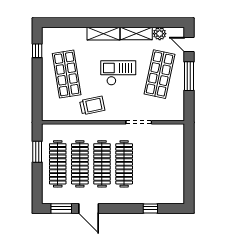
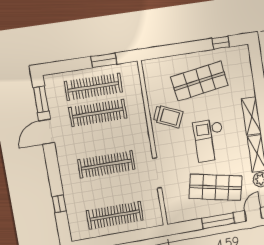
checkout: (118, 73) -> (210, 140), turned 180
trolley: (92, 105) -> (168, 117), turned -54
clothes rail: (102, 164) -> (115, 215), moved

